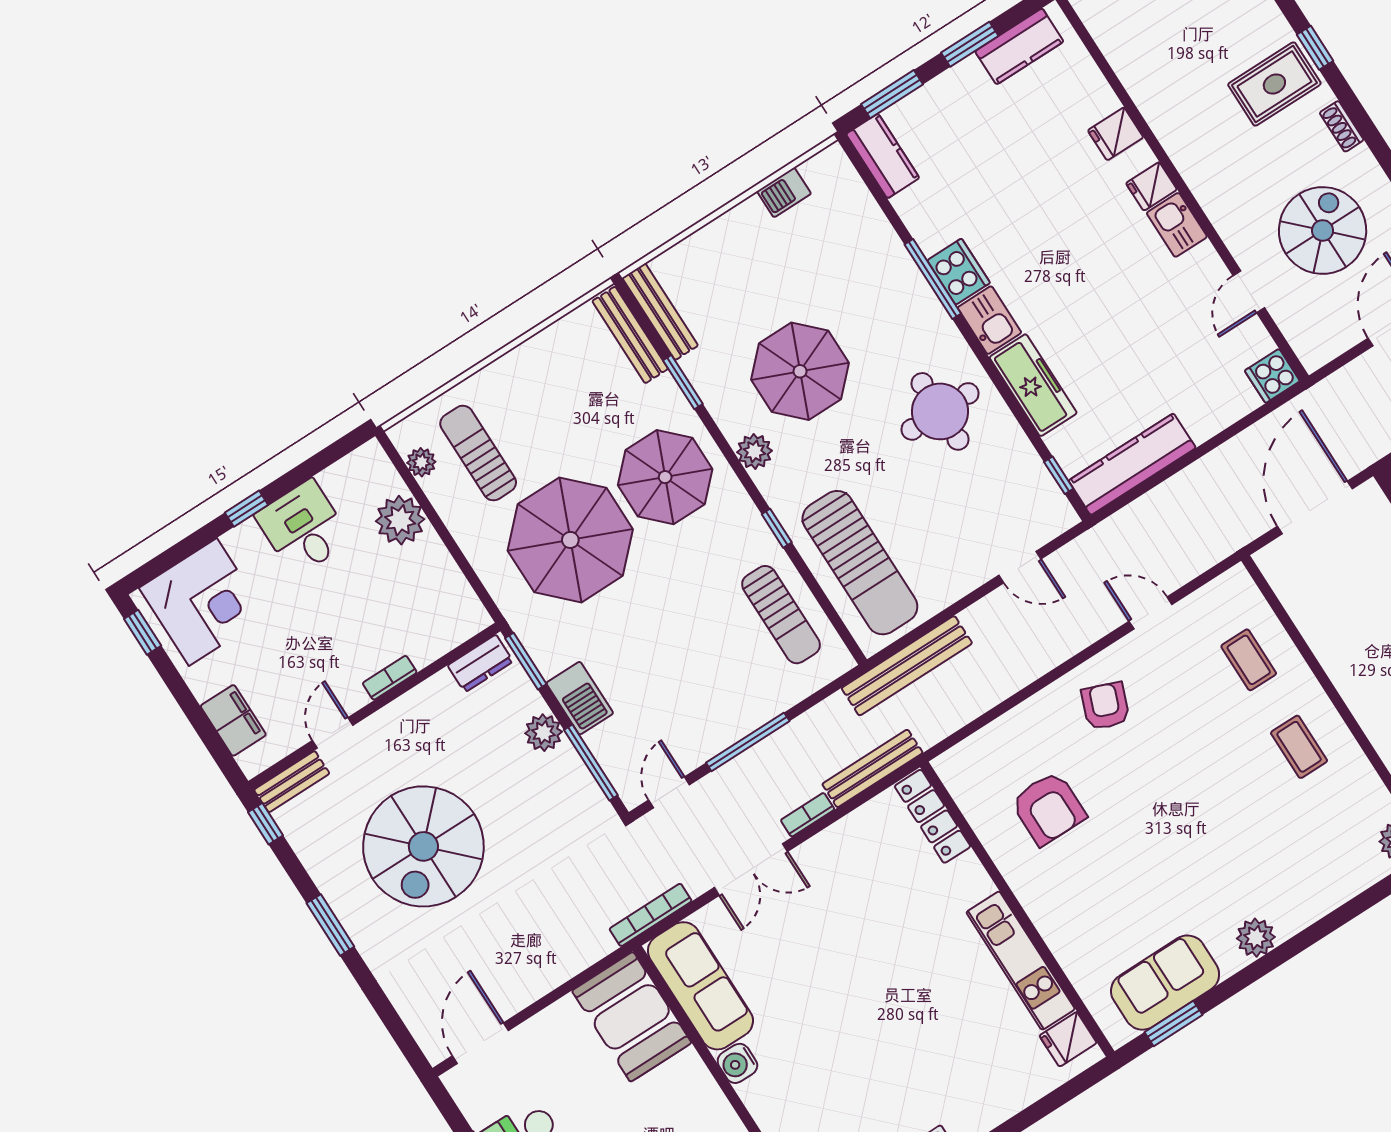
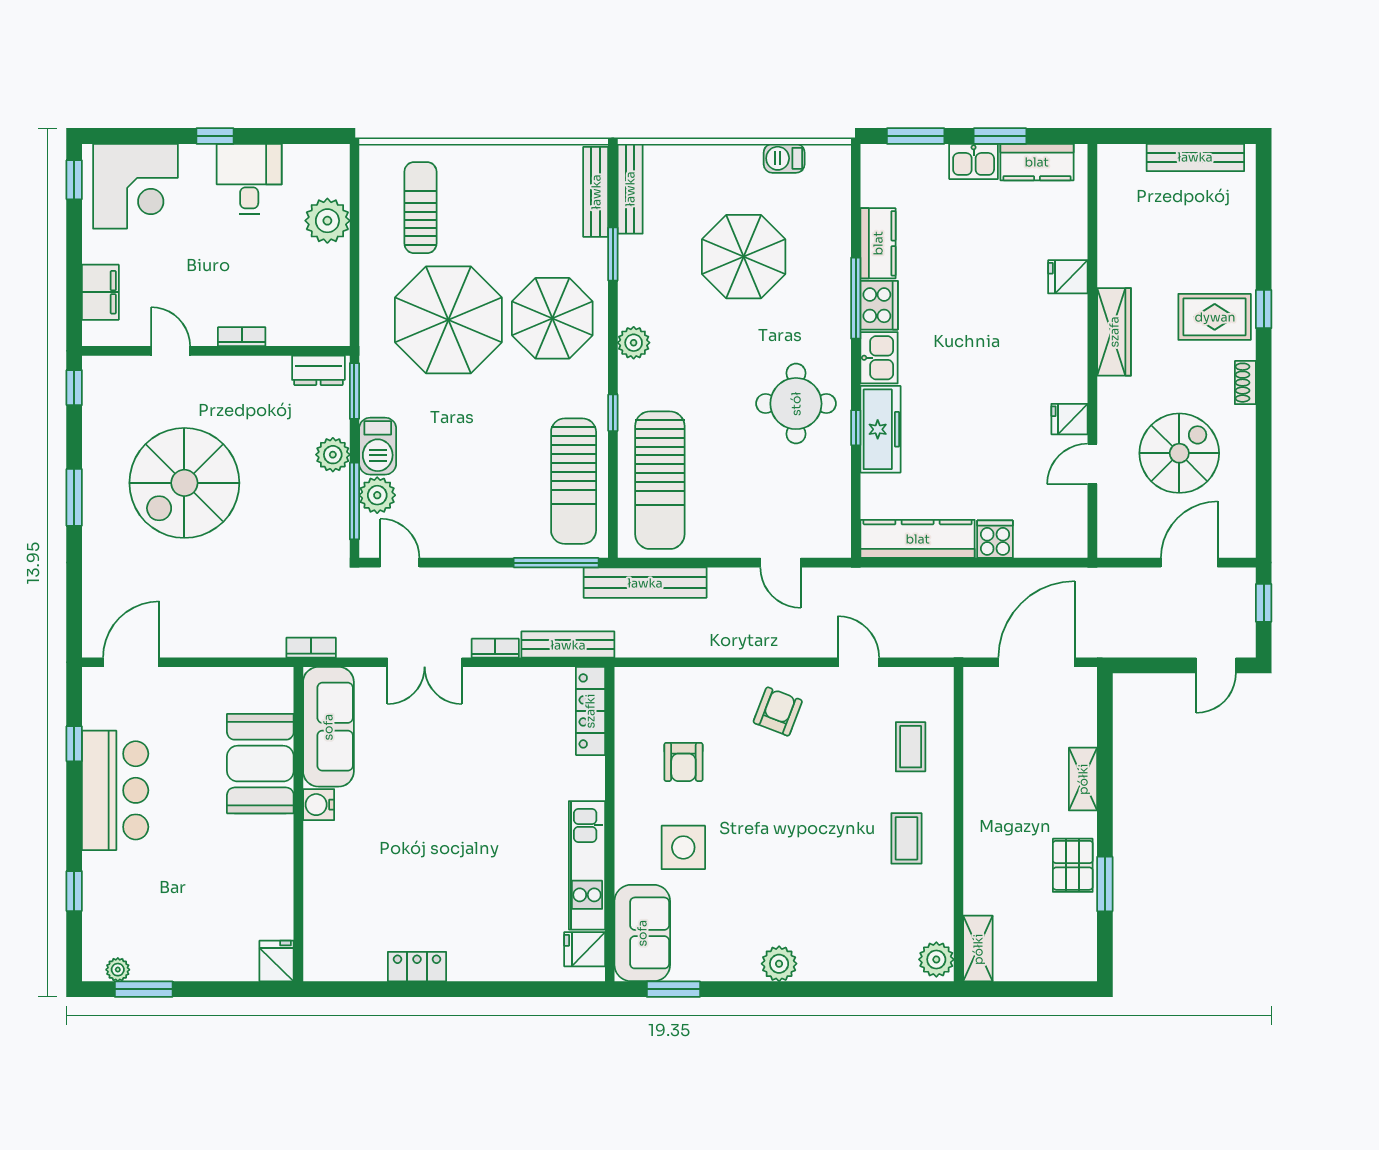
kitchen counter: (883, 156) -> (878, 243), moved
wardrobe: (1191, 157) -> (1114, 332), added
fridge: (1151, 186) -> (1069, 419), moved
kitchen sink: (1177, 225) -> (974, 161), moved, turned -90
parasol: (800, 371) -> (744, 257), moved
cooker: (1272, 376) -> (995, 539), moved, turned 90
plant: (421, 462) -> (377, 495), moved, width x1.38, depth x1.38
window: (1059, 475) -> (856, 428), moved
sun lounger: (781, 615) -> (574, 481), width x1.36, depth x1.34
door: (333, 733) -> (171, 351), hinge flipped
window: (748, 742) -> (556, 563), moved
bench: (292, 782) -> (115, 368), removed
door: (669, 792) -> (400, 563), hinge flipped
armchair: (1048, 808) -> (683, 762), width x0.72, depth x0.72
side table: (1099, 887) -> (683, 847), added
bookcase: (651, 915) -> (311, 648), width x0.64
sofa: (1165, 983) -> (642, 933), moved, turned 90
booth: (632, 1017) -> (260, 764), moved

